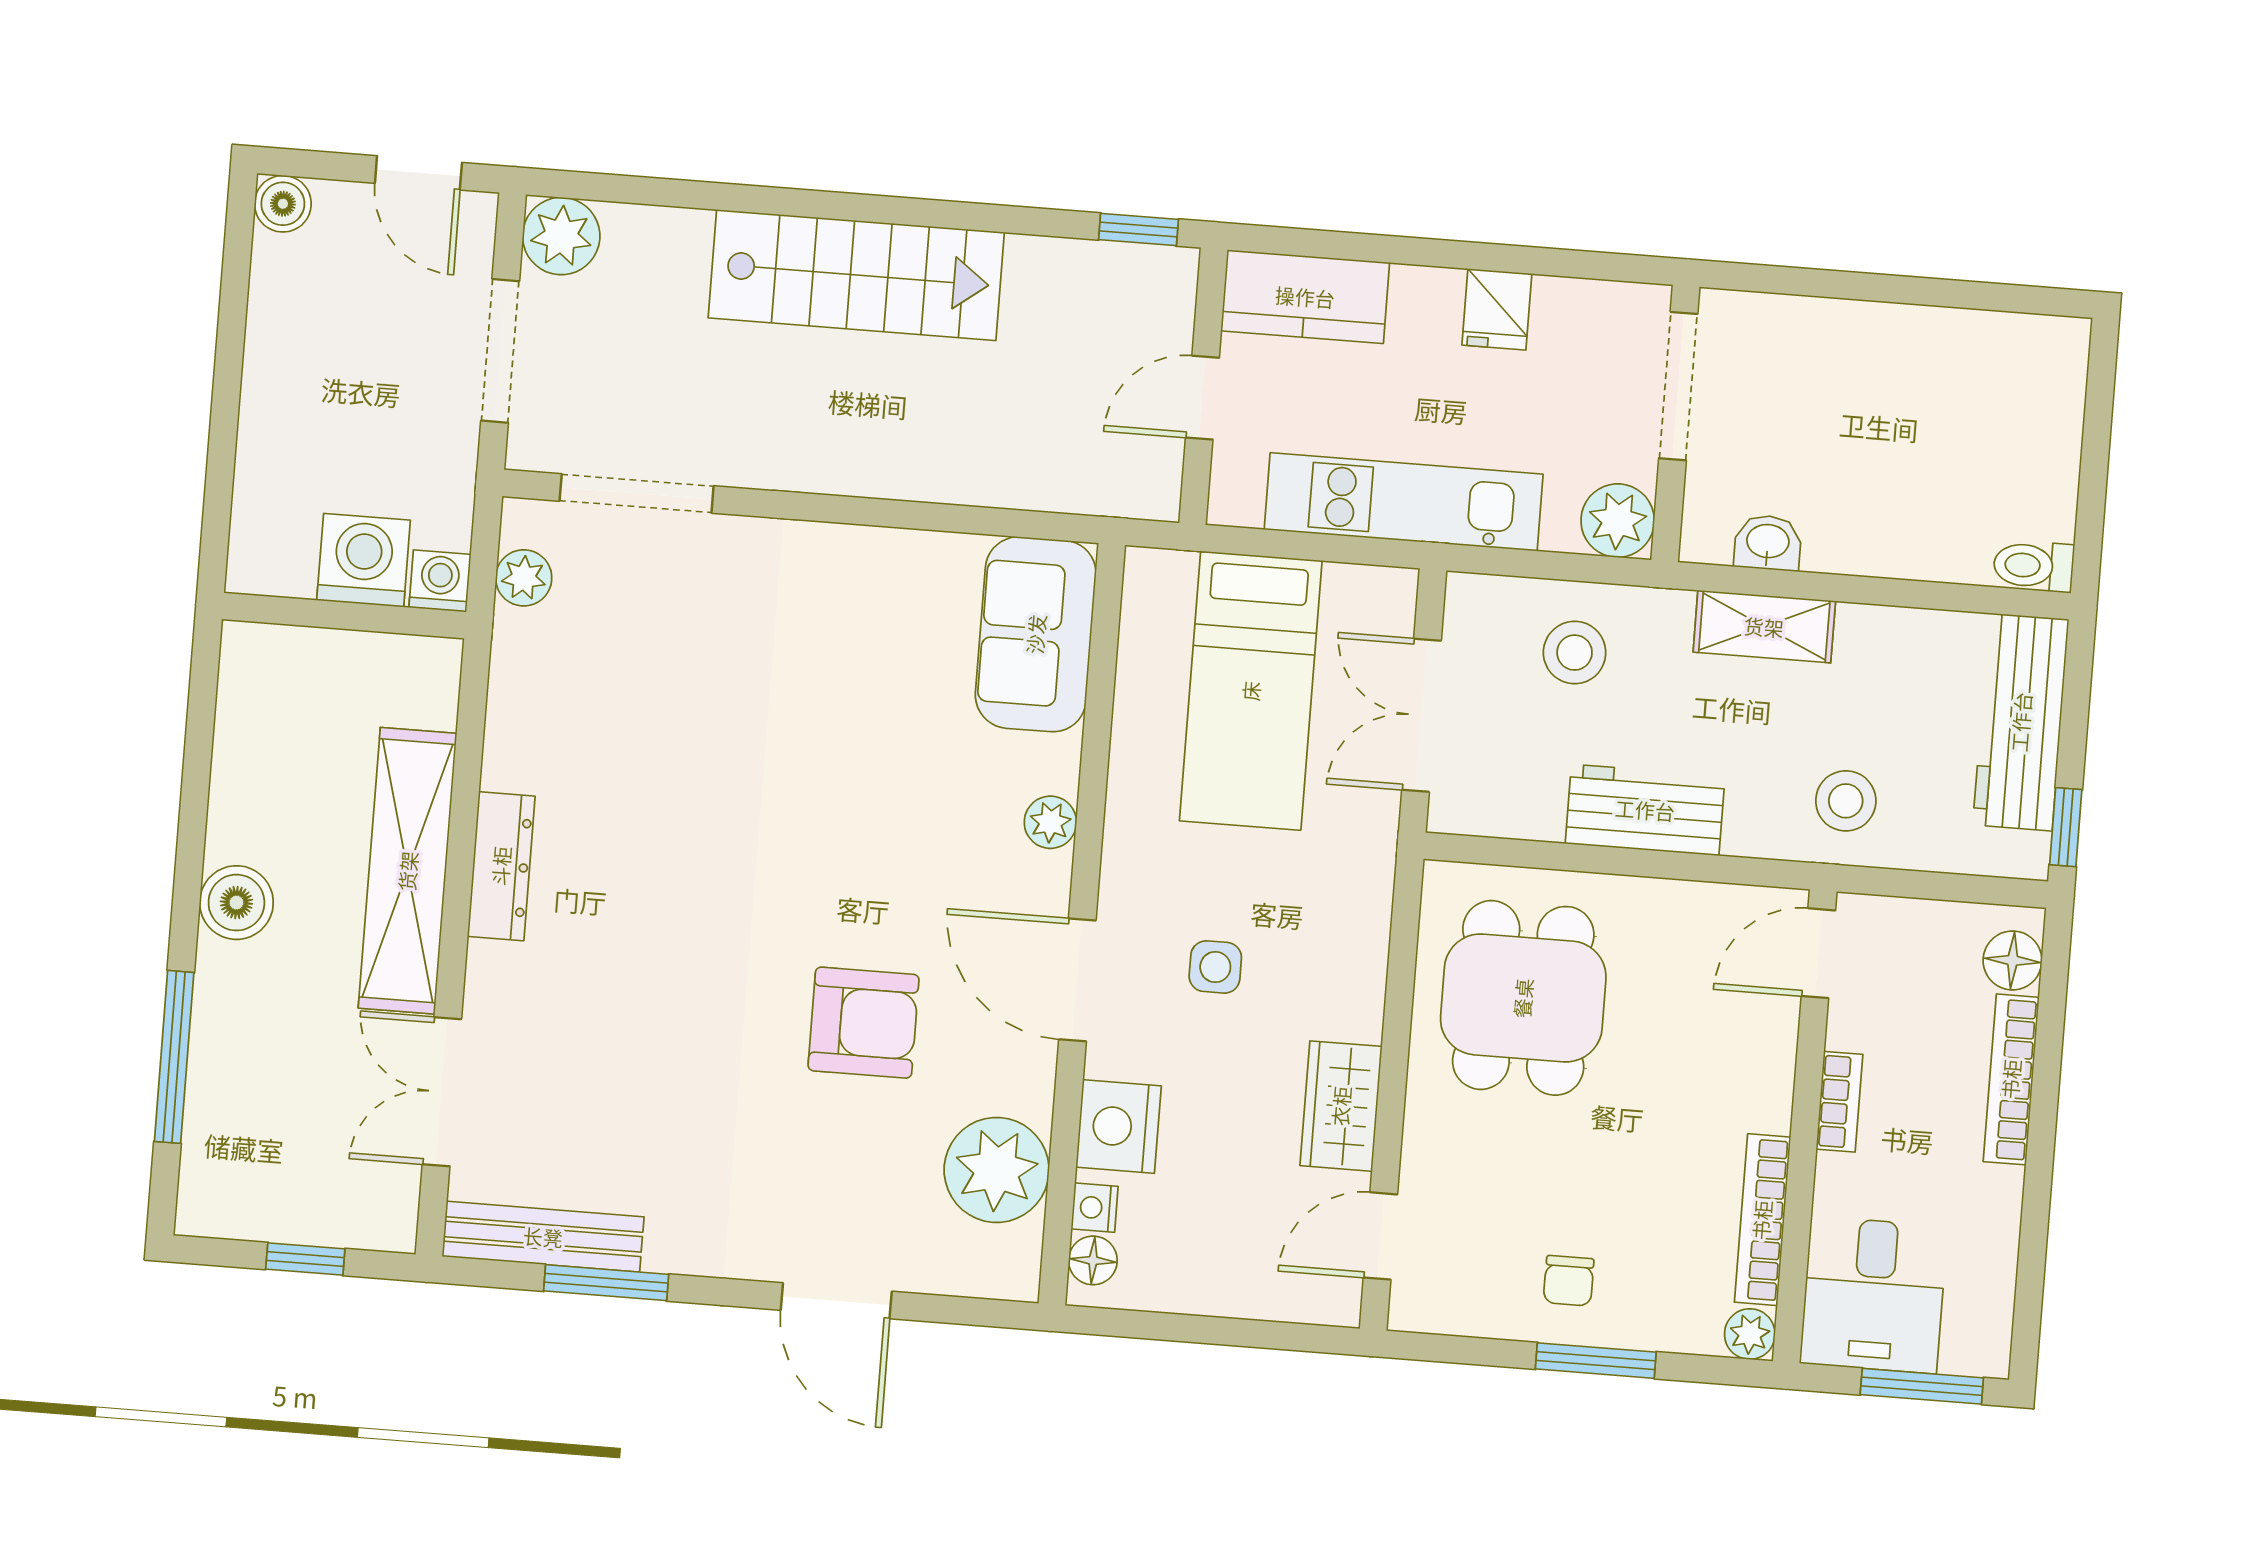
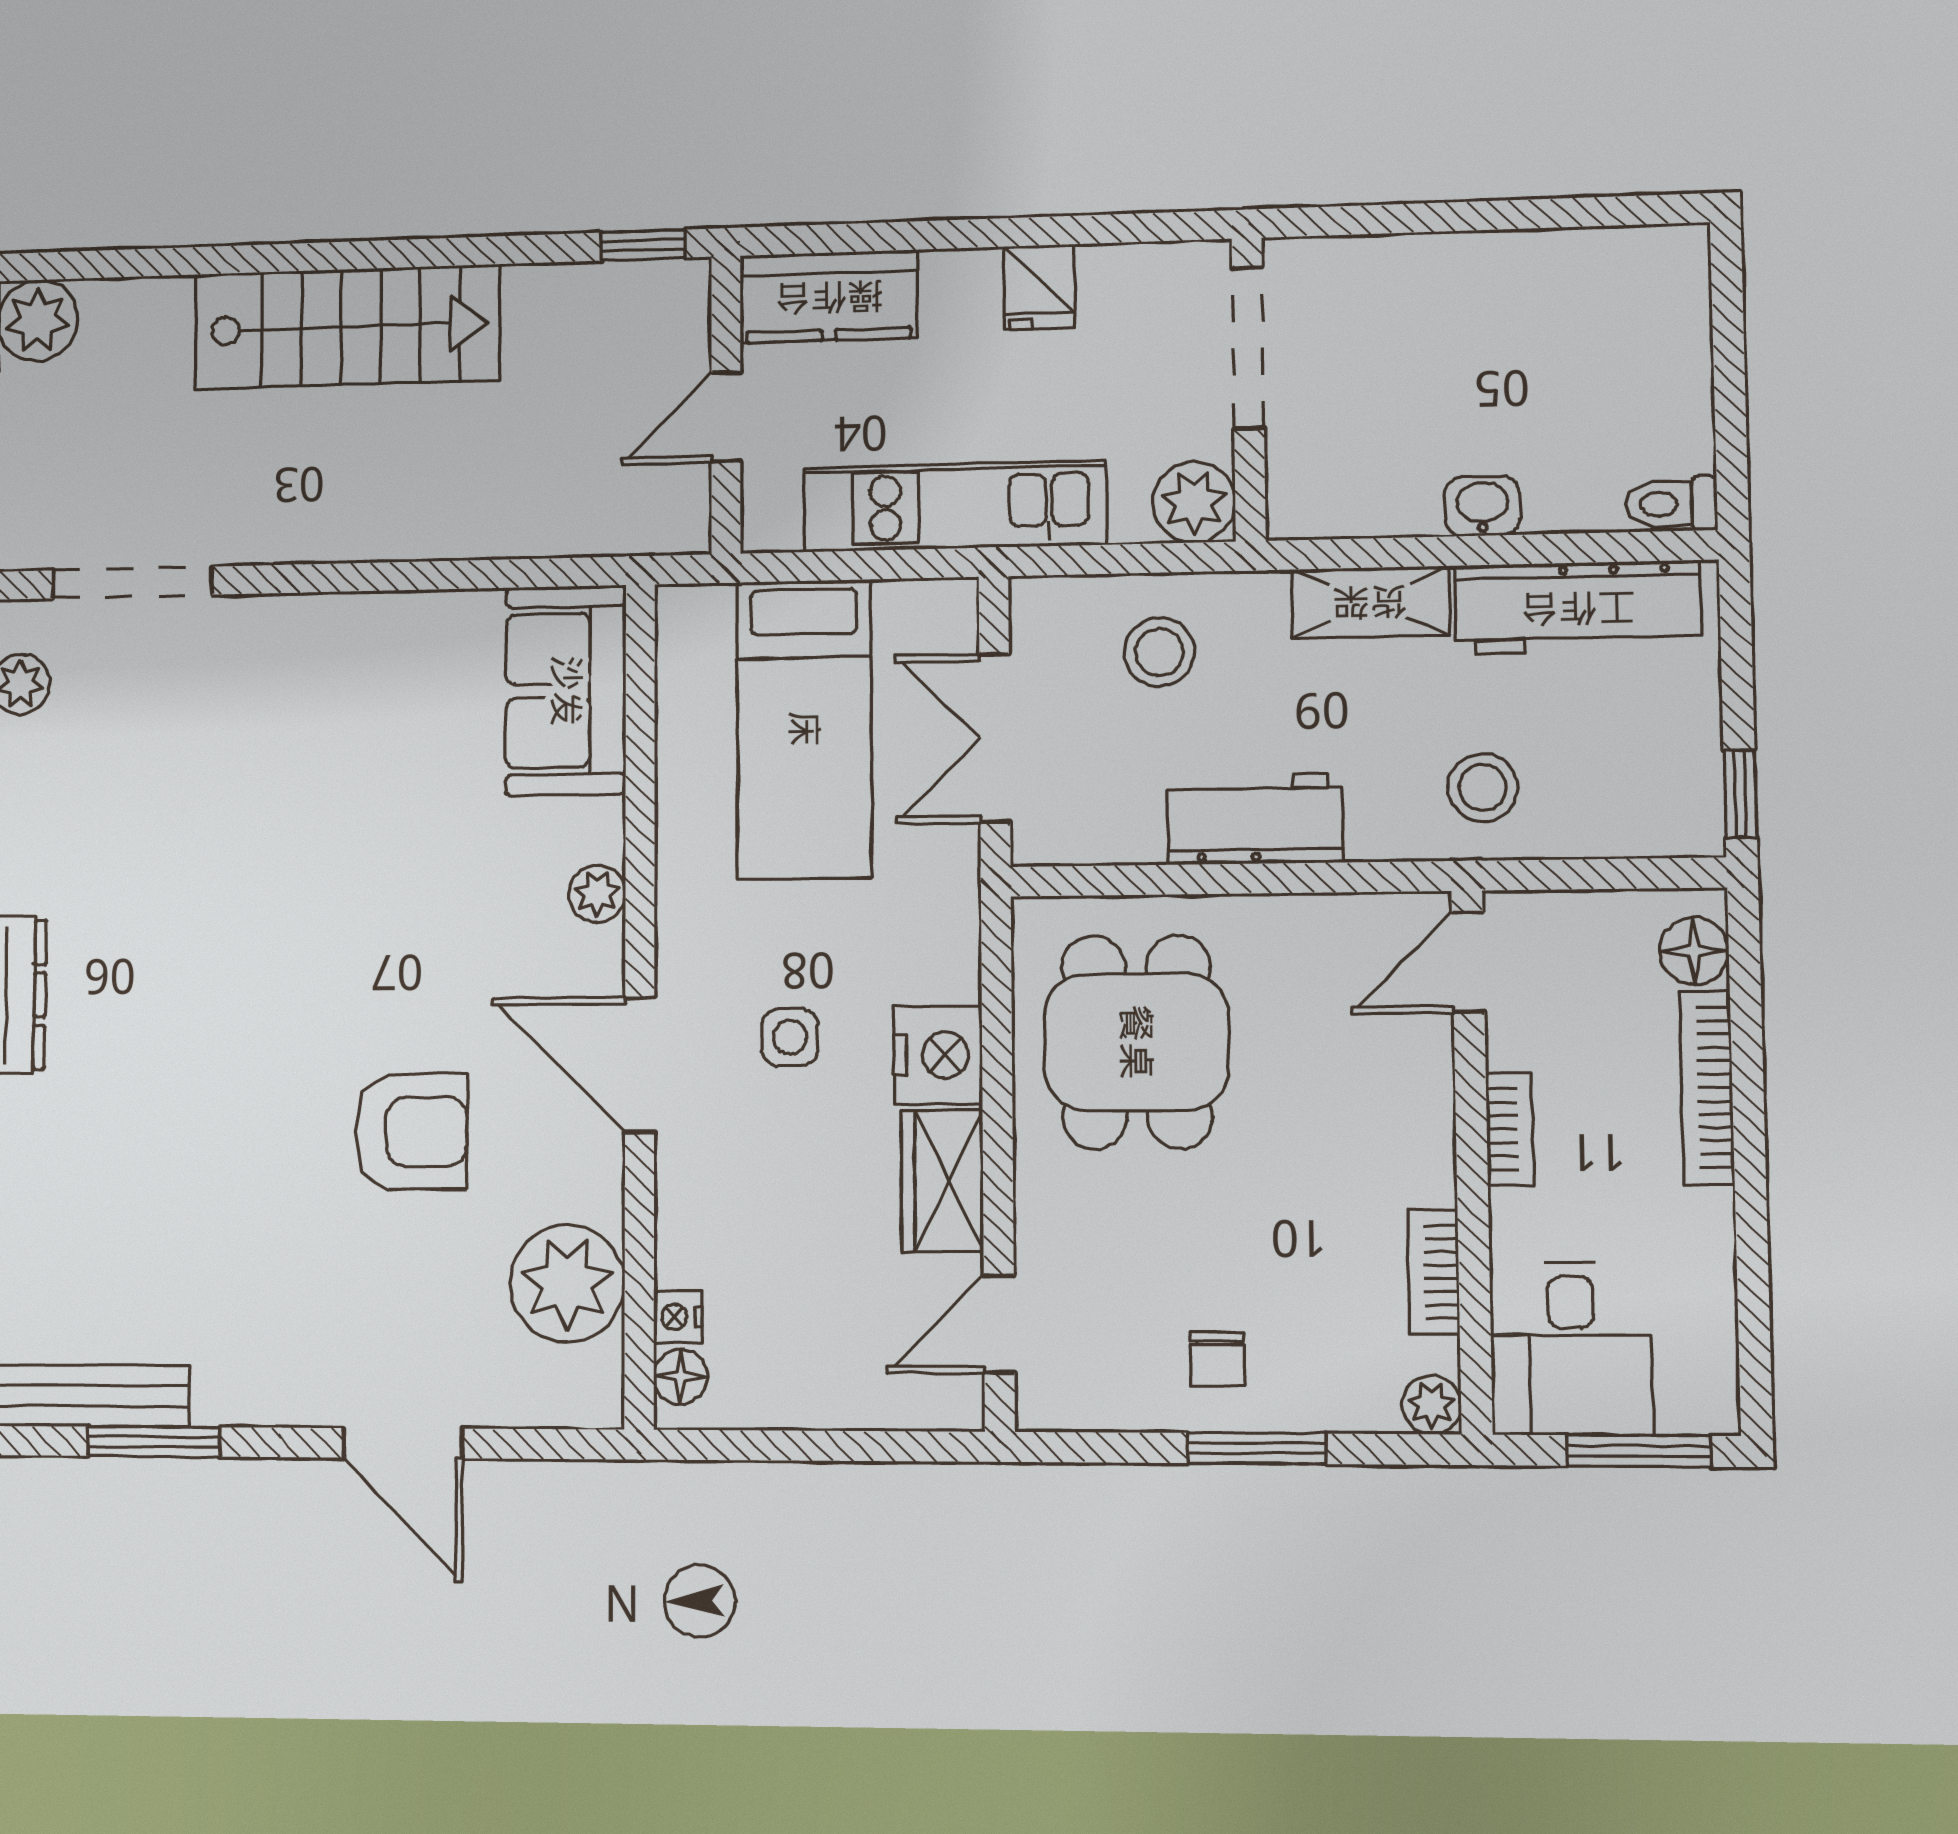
washbasin: (1768, 543) -> (1482, 506), moved
workbench: (2021, 722) -> (1578, 608), moved, turned -90
nightstand: (1119, 1127) -> (938, 1055), moved, turned 180
bookcase: (1762, 1220) -> (1434, 1272), width x0.64

